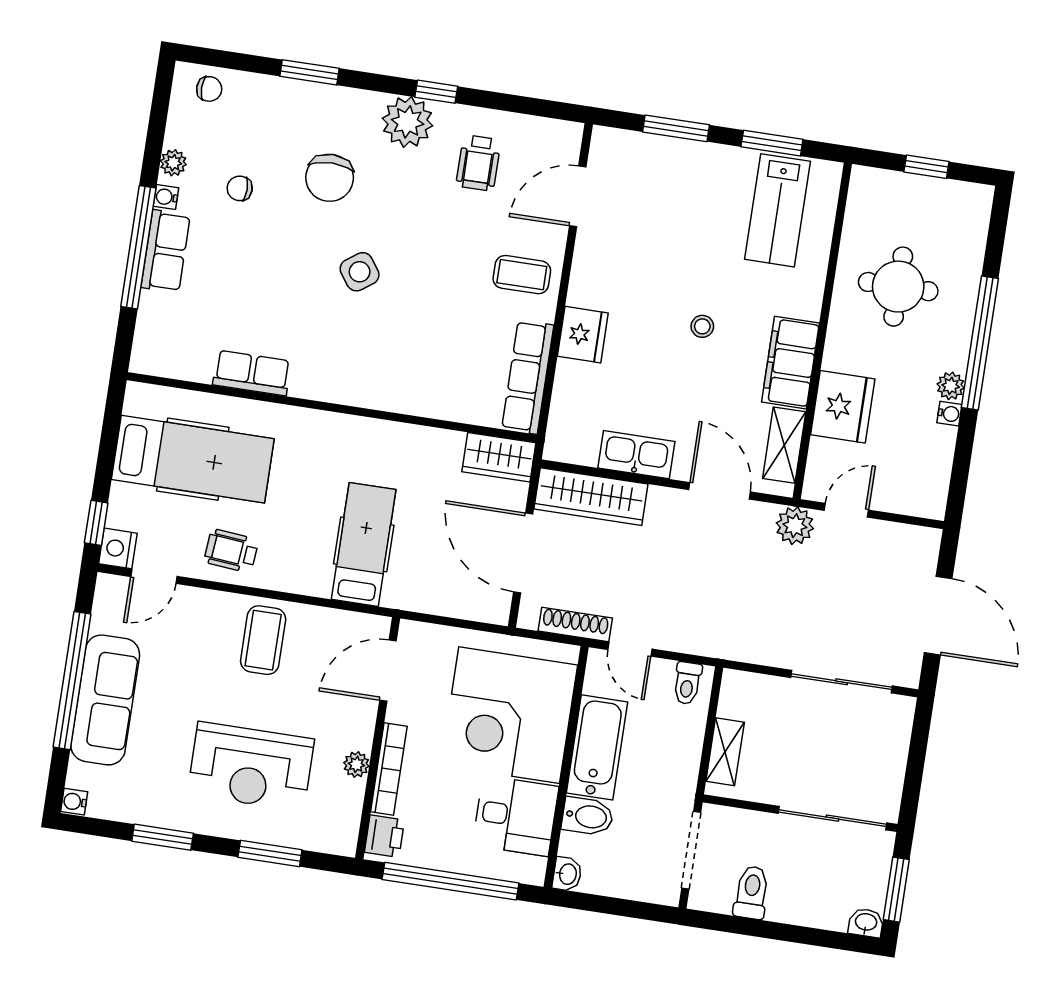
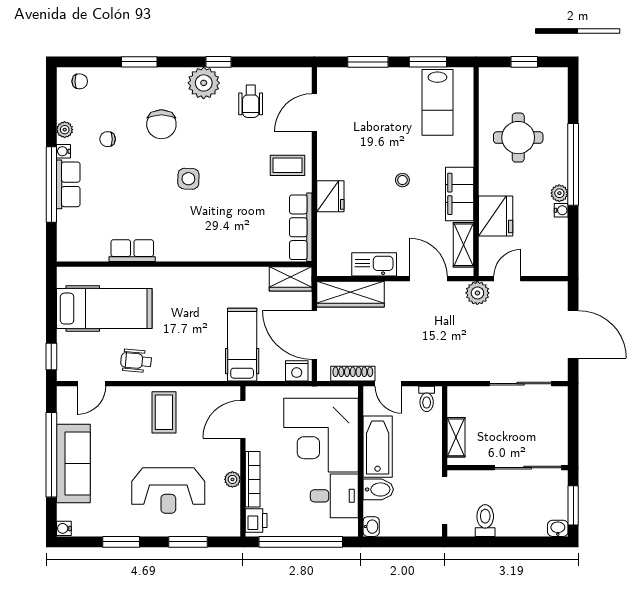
side table: (360, 272) -> (188, 179), turned 38
hospital bed: (364, 544) -> (242, 345), moved
nightstand: (118, 548) -> (297, 371), moved, turned -90

